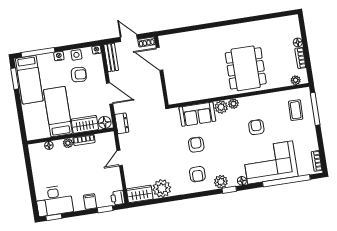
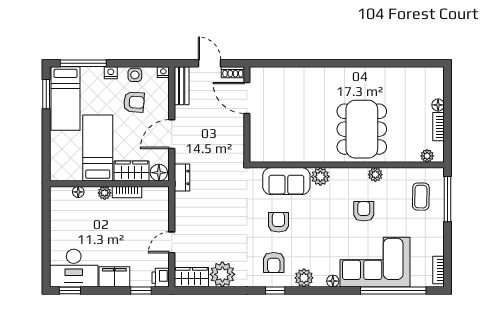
door: (110, 93) -> (172, 134), swing flipped
plant: (233, 104) -> (375, 175), moved
door: (120, 158) -> (172, 242), moved
window: (229, 190) -> (275, 290), moved
filing cabinet: (90, 202) -> (114, 277), width x2.00

